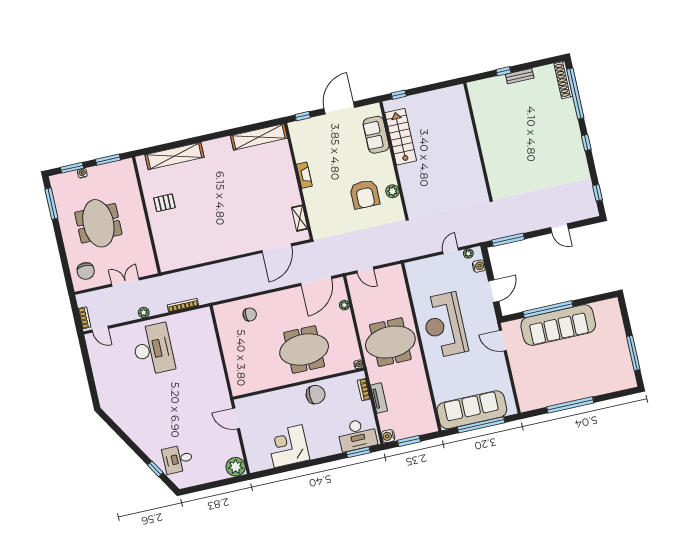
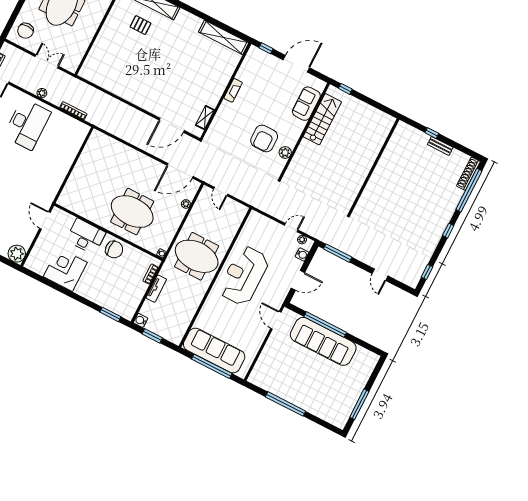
pallet: (164, 203) -> (140, 25), moved
chair: (250, 315) -> (114, 156), removed
desk: (357, 435) -> (86, 236), moved, turned 180

